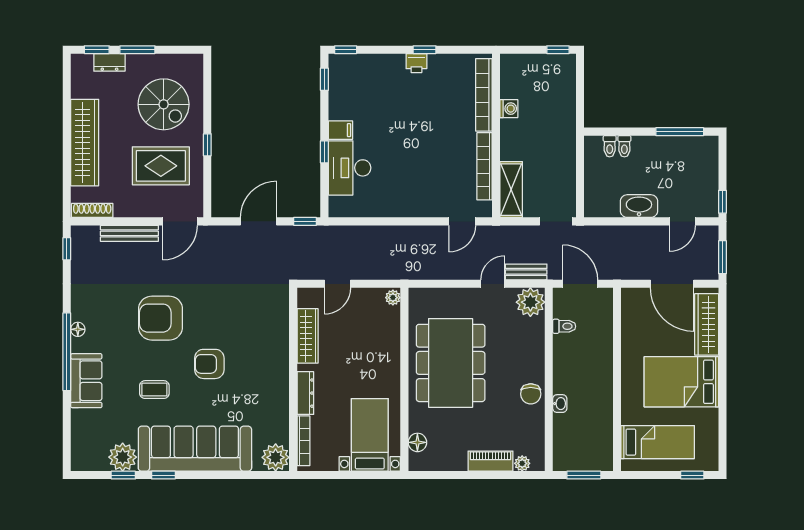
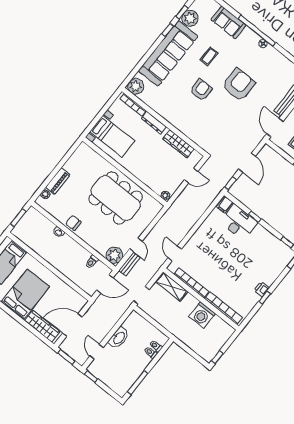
washing machine: (509, 109) -> (202, 315), width x1.89, depth x1.89
filing cabinet: (340, 130) -> (225, 205), moved
door: (338, 284) -> (191, 176), swing flipped
sofa: (86, 381) -> (229, 22), moved
floor lamp: (417, 442) -> (92, 155), removed

